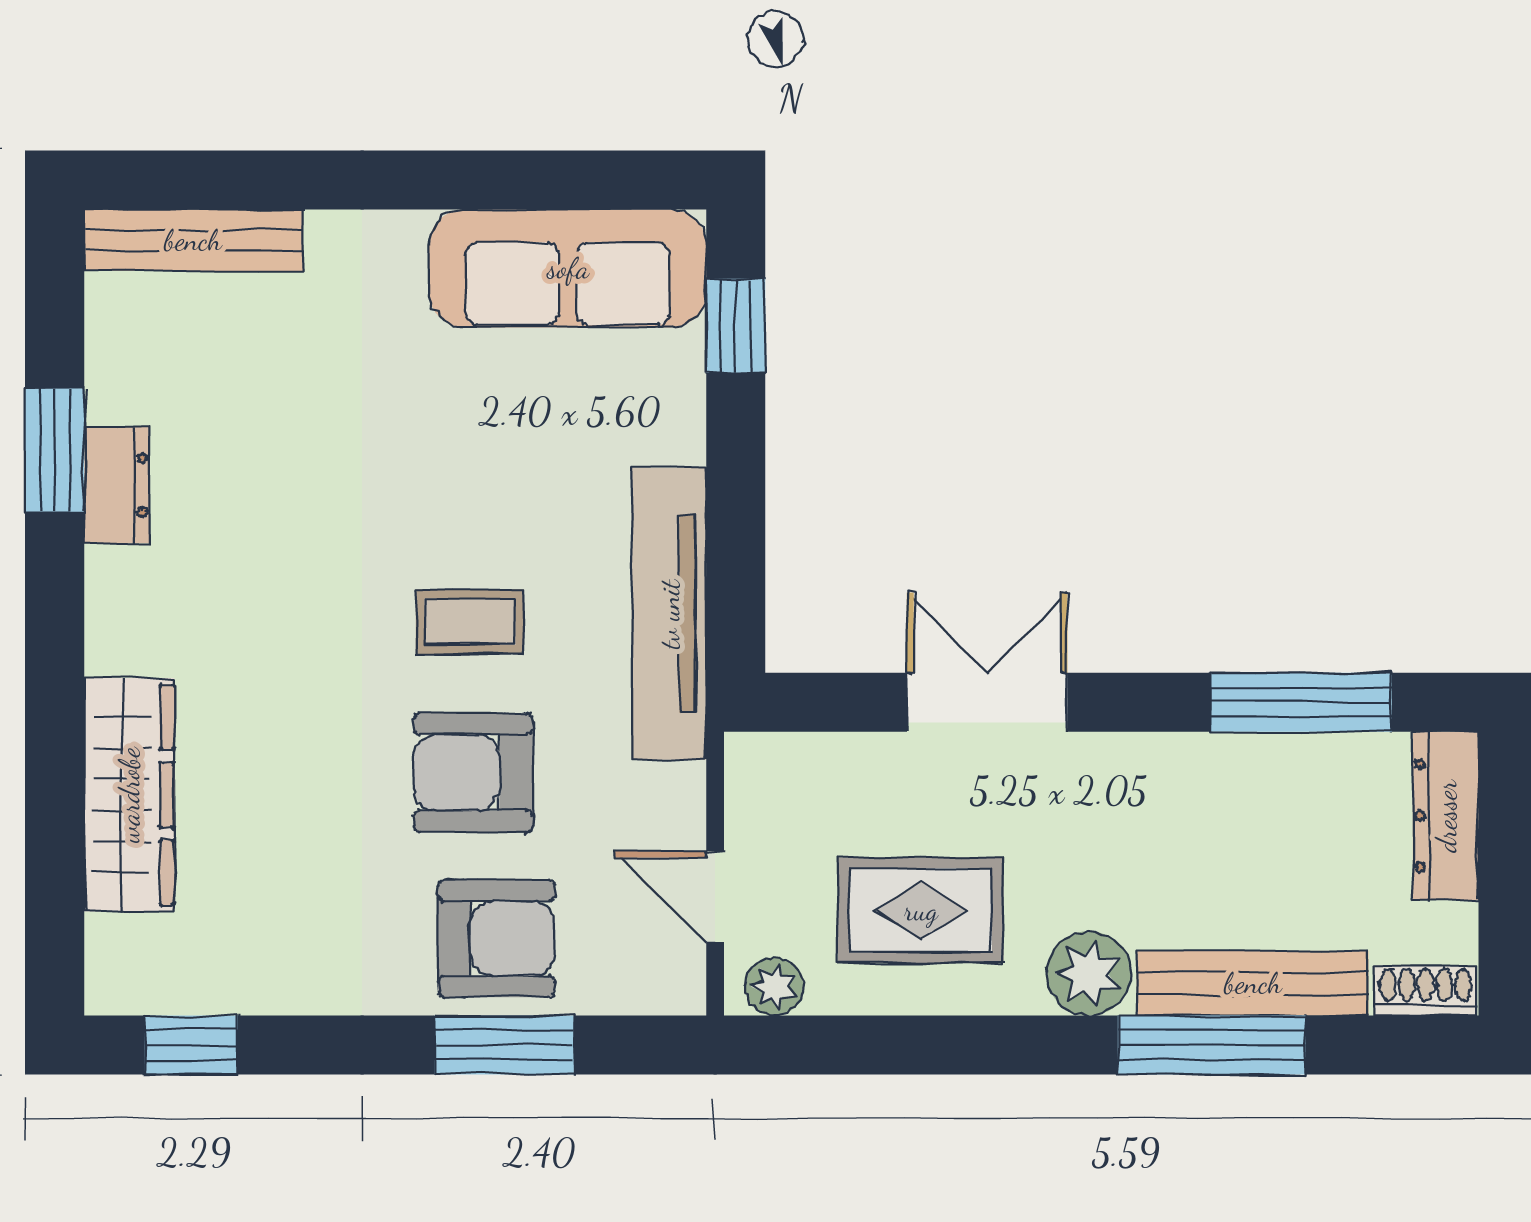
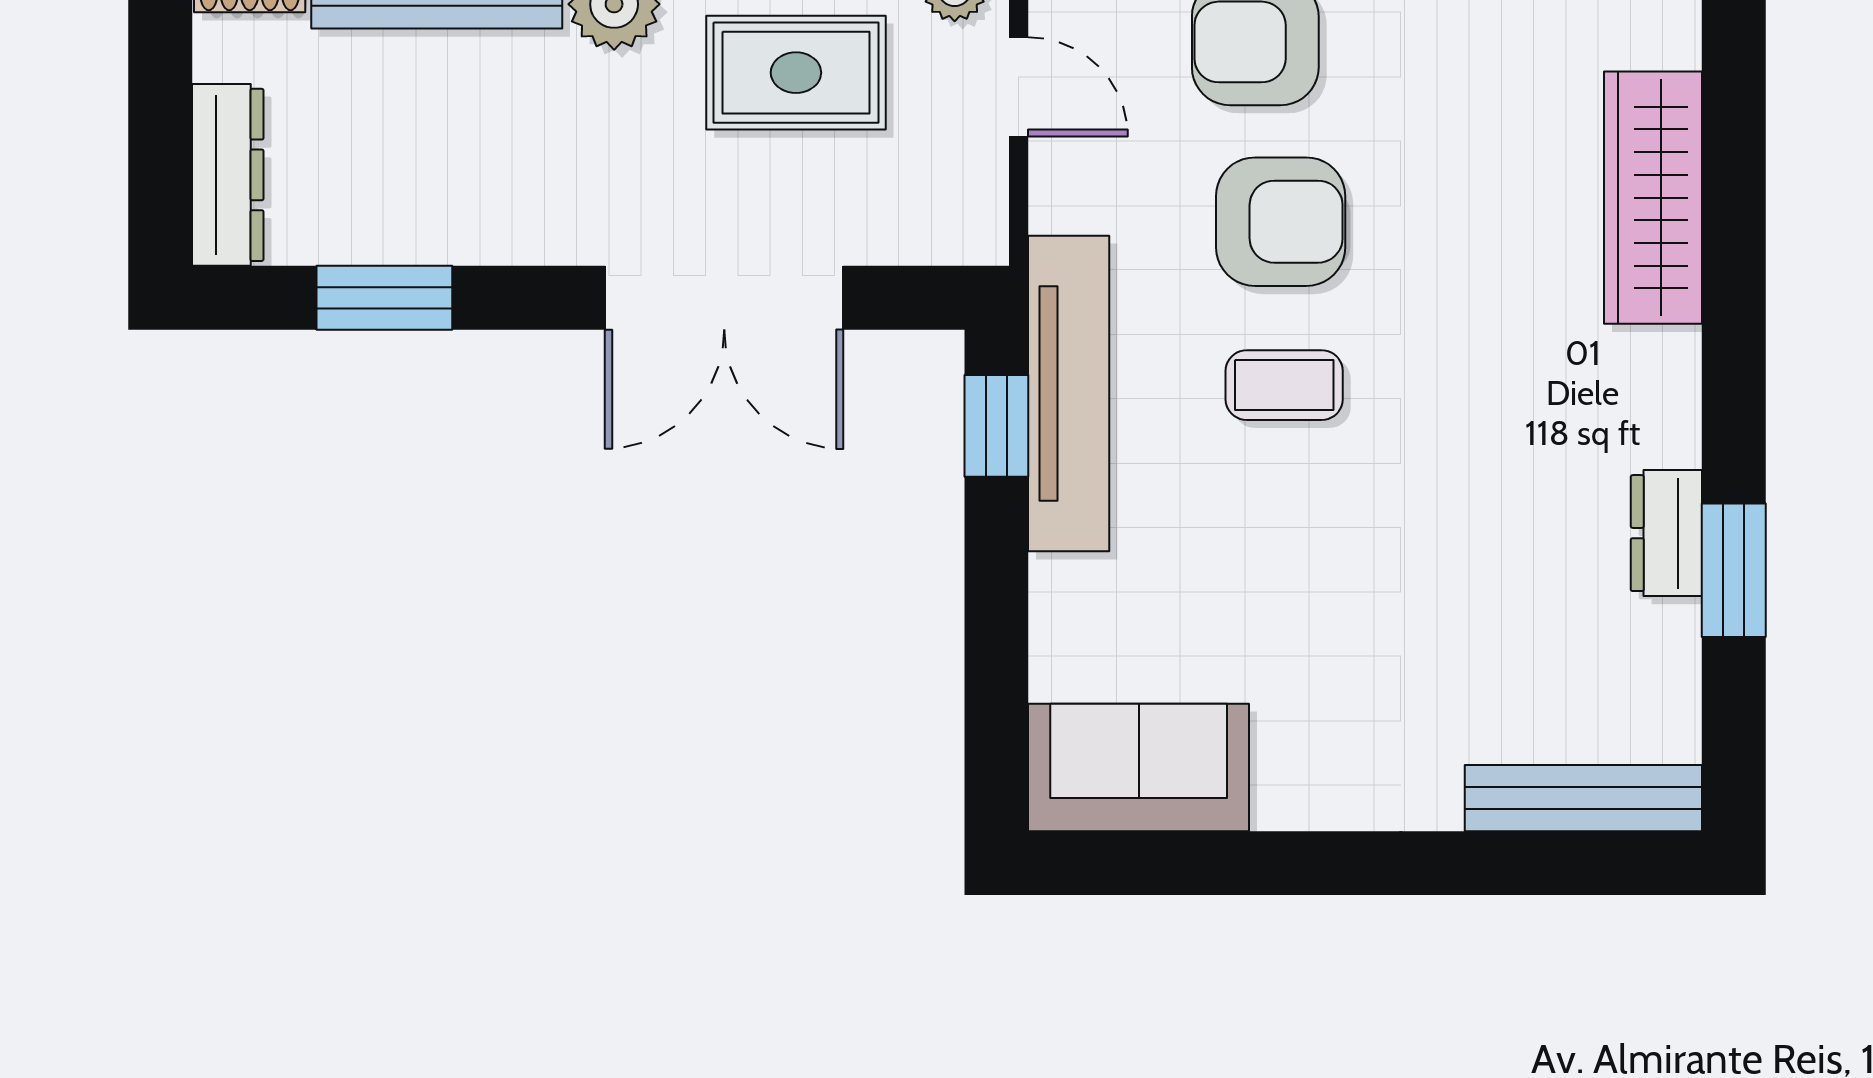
sofa: (568, 268) -> (1139, 767), width x0.73
window: (736, 326) -> (996, 426), moved
double door: (987, 702) -> (724, 298), width x1.37
window: (1301, 702) -> (384, 298), width x0.69

